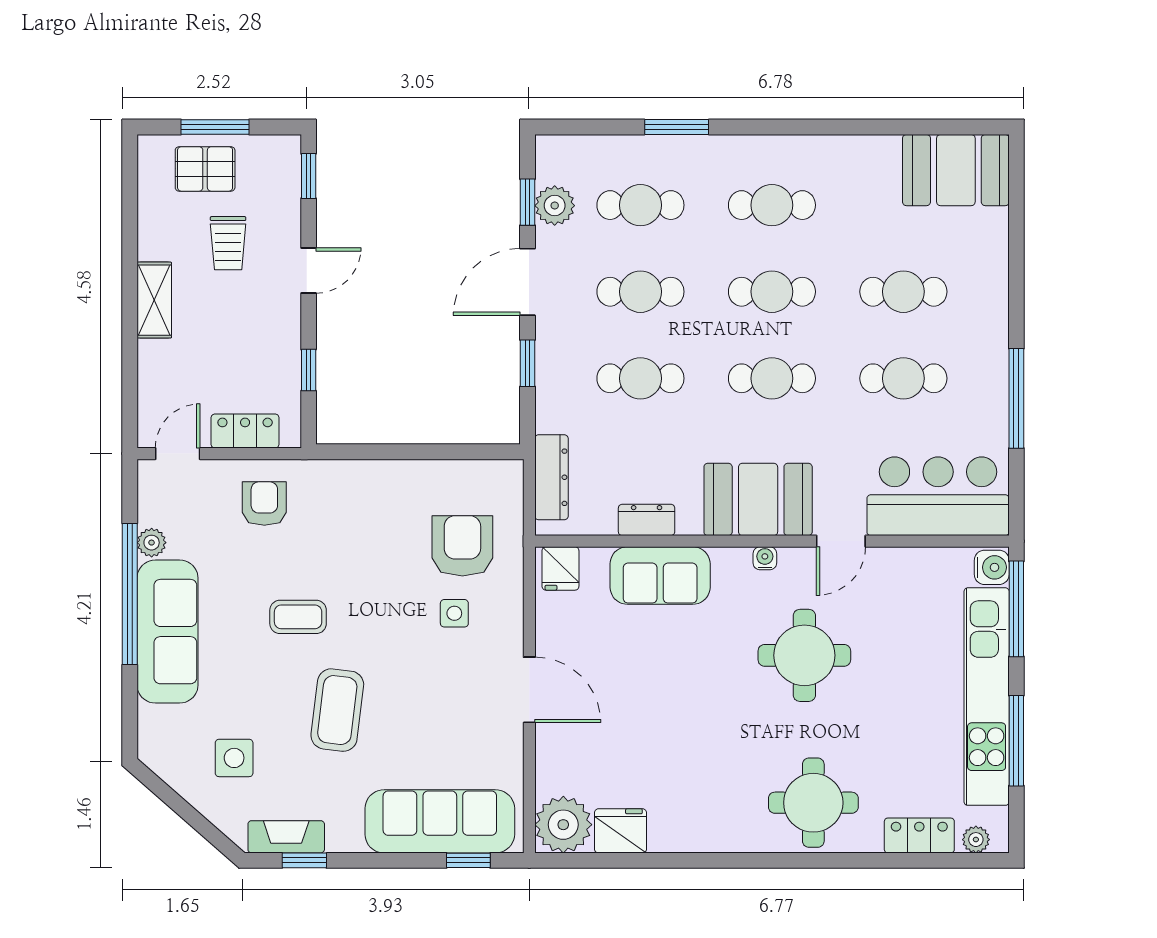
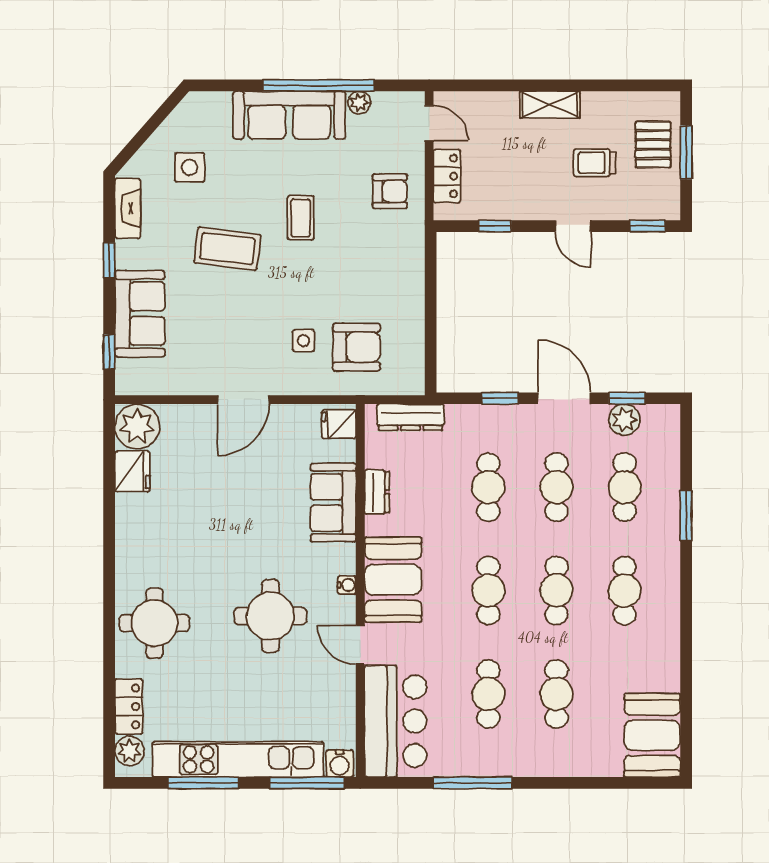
sofa: (440, 821) -> (140, 314), width x0.73
plant: (976, 840) -> (130, 751), width x1.38, depth x1.38
window: (304, 860) -> (109, 260), moved

